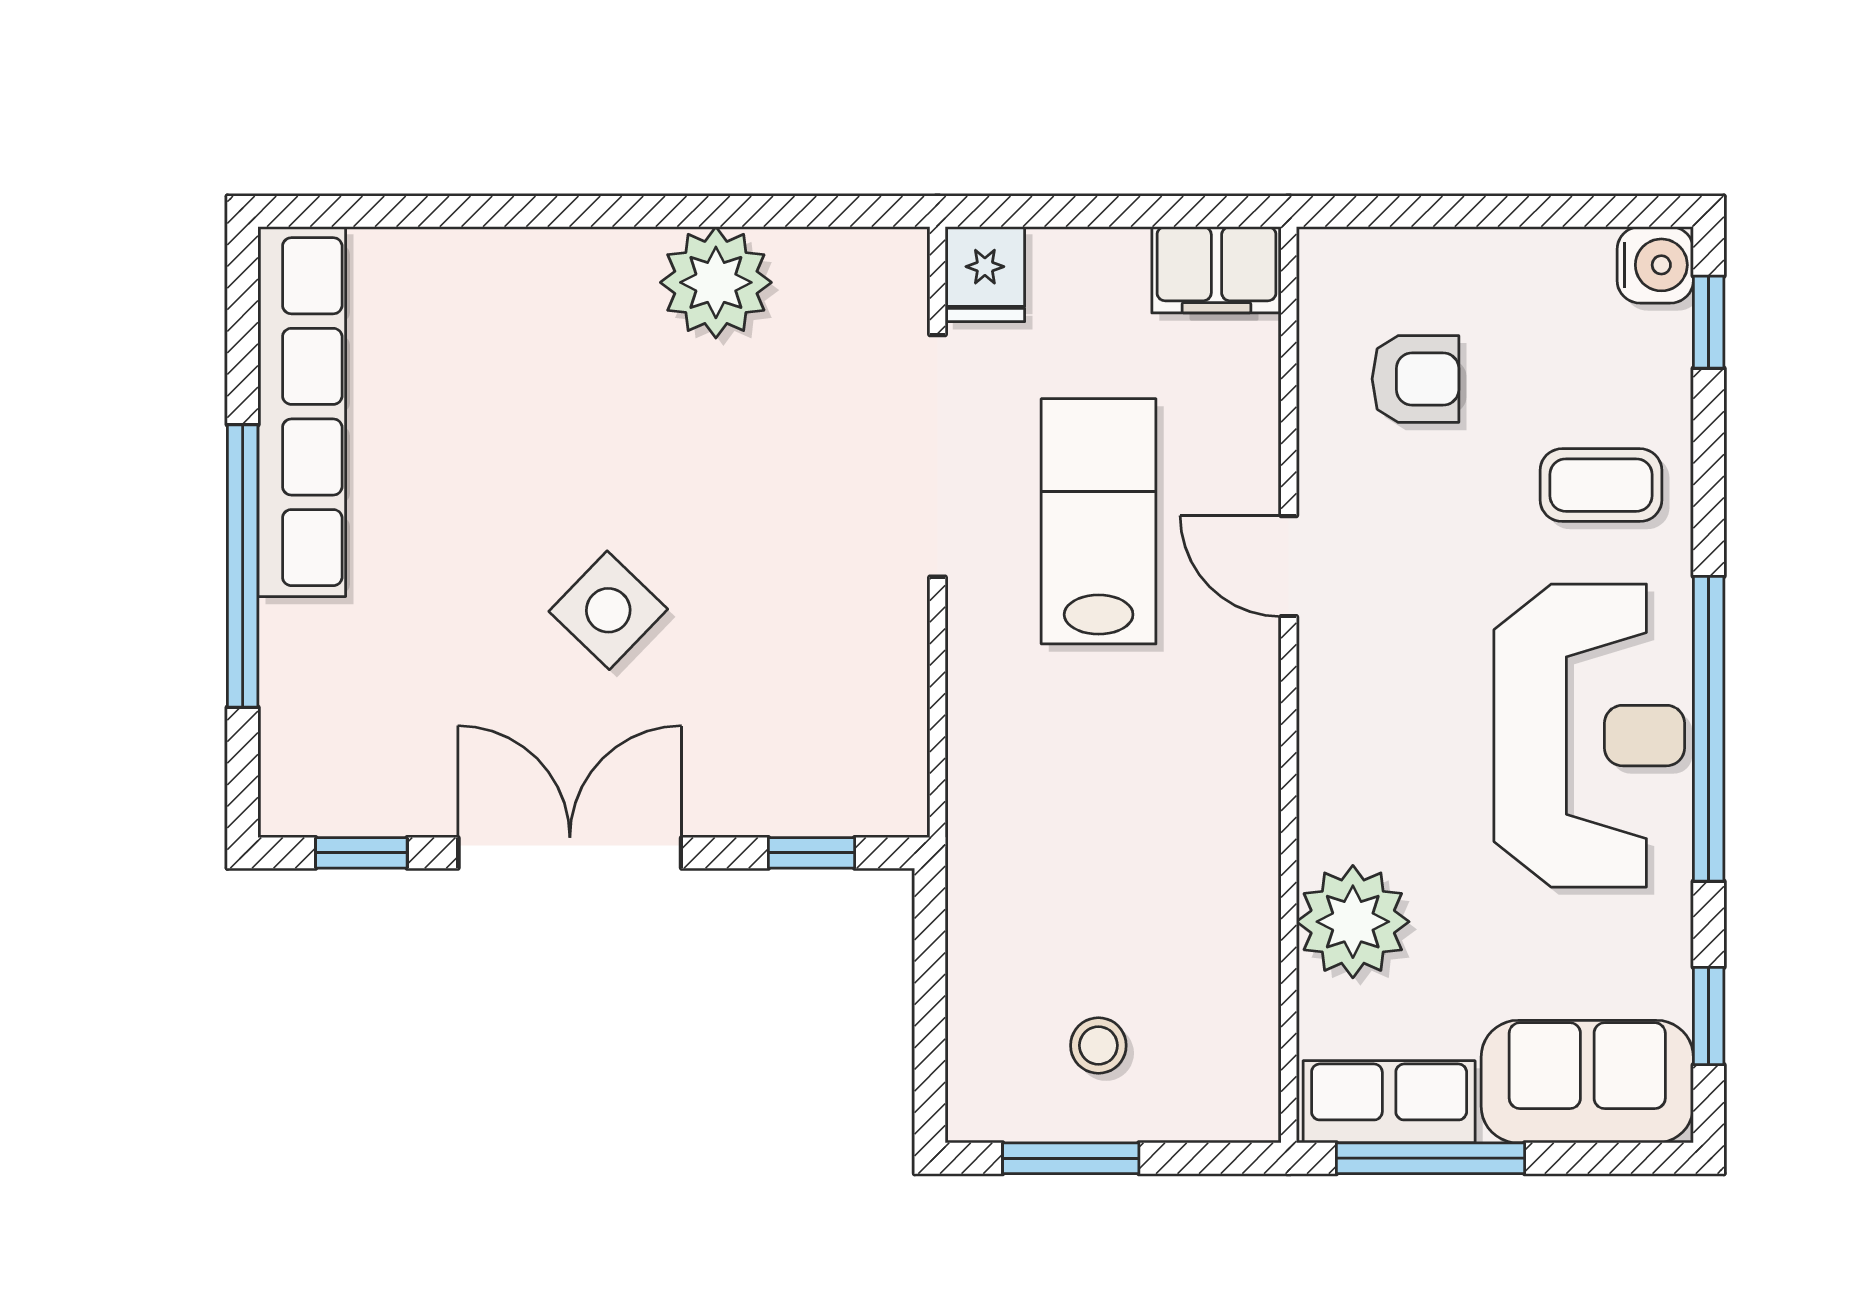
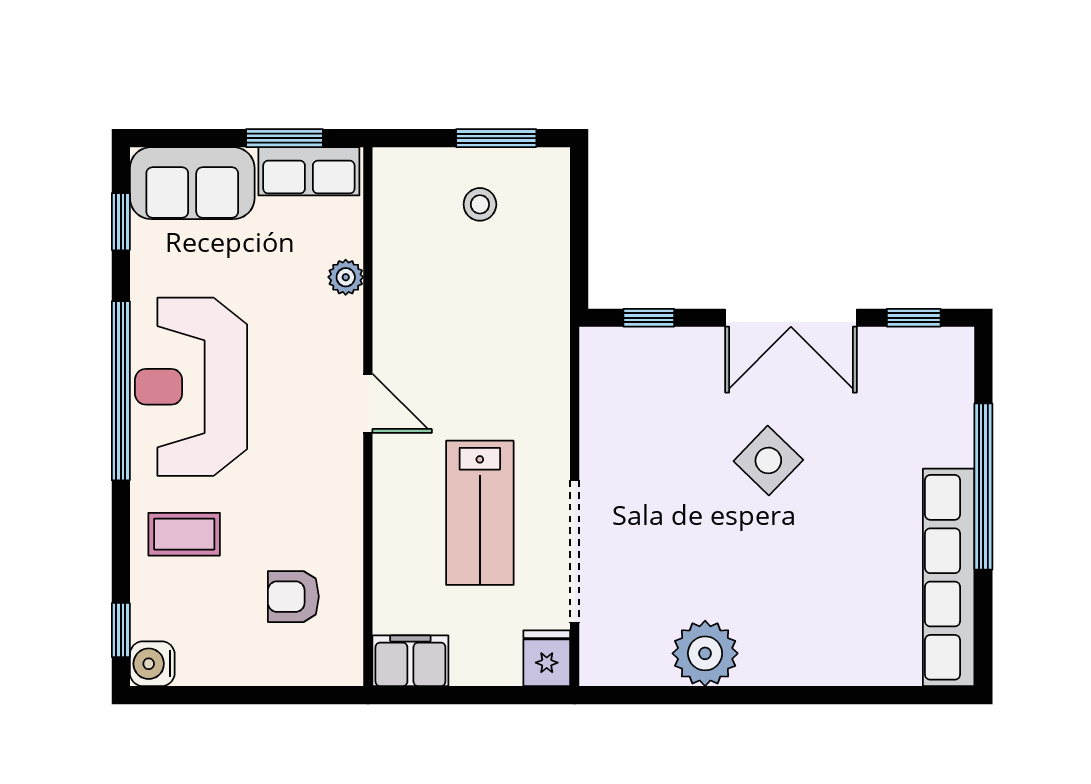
door: (1289, 566) -> (368, 403), moved
plant: (1353, 922) -> (346, 277), width x0.53, depth x0.53
window: (1431, 1158) -> (284, 138), width x0.69

